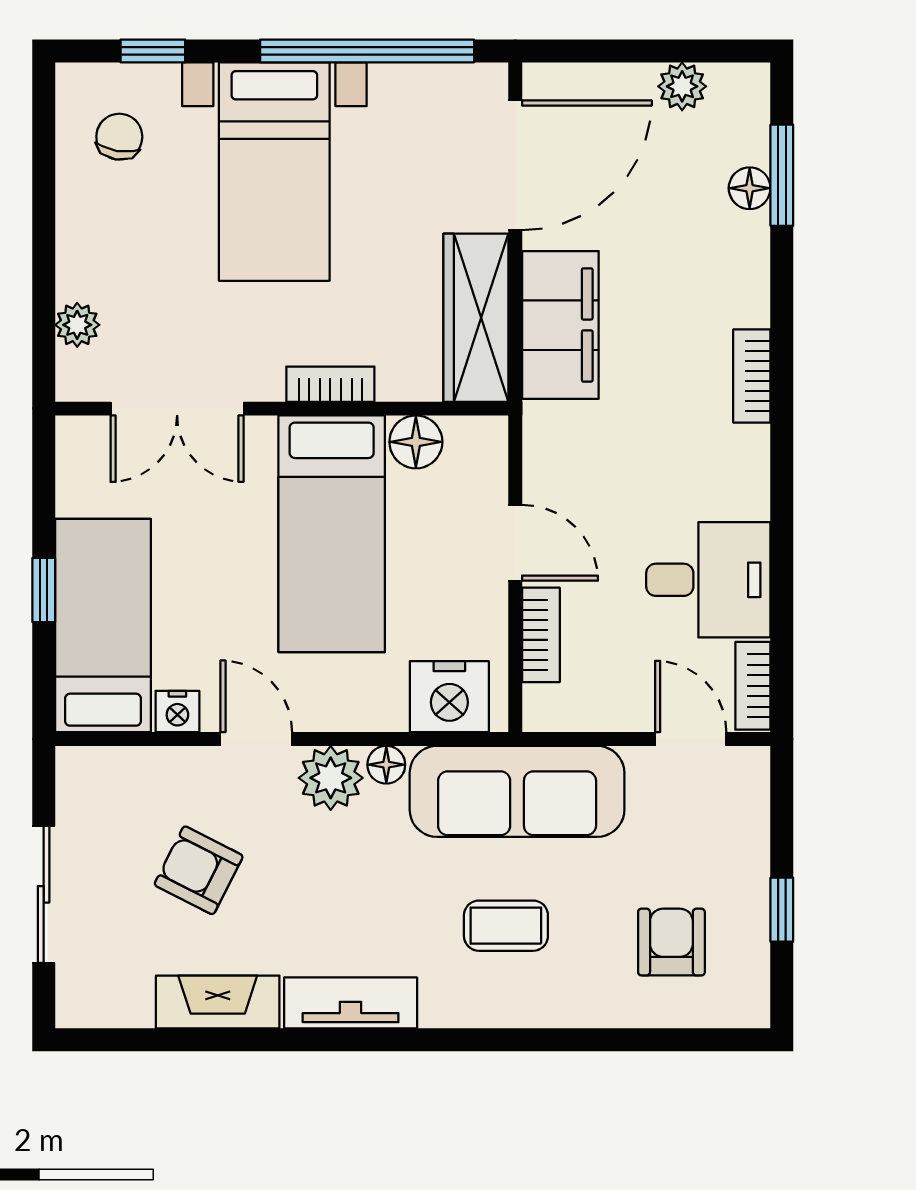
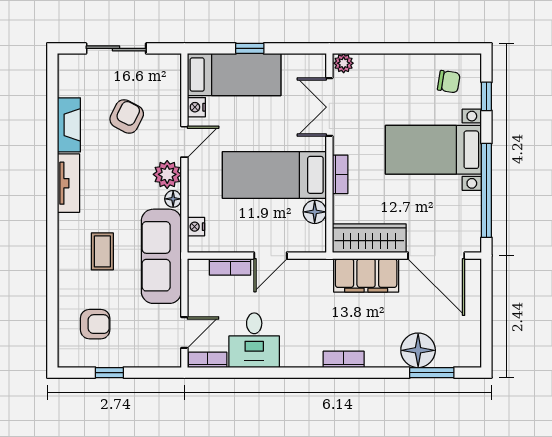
plant: (682, 86) -> (471, 329), removed
floor lamp: (750, 188) -> (418, 350), width x1.89, depth x1.89
plant: (77, 325) -> (344, 63), moved
nightstand: (449, 697) -> (196, 227), width x0.53, depth x0.56

